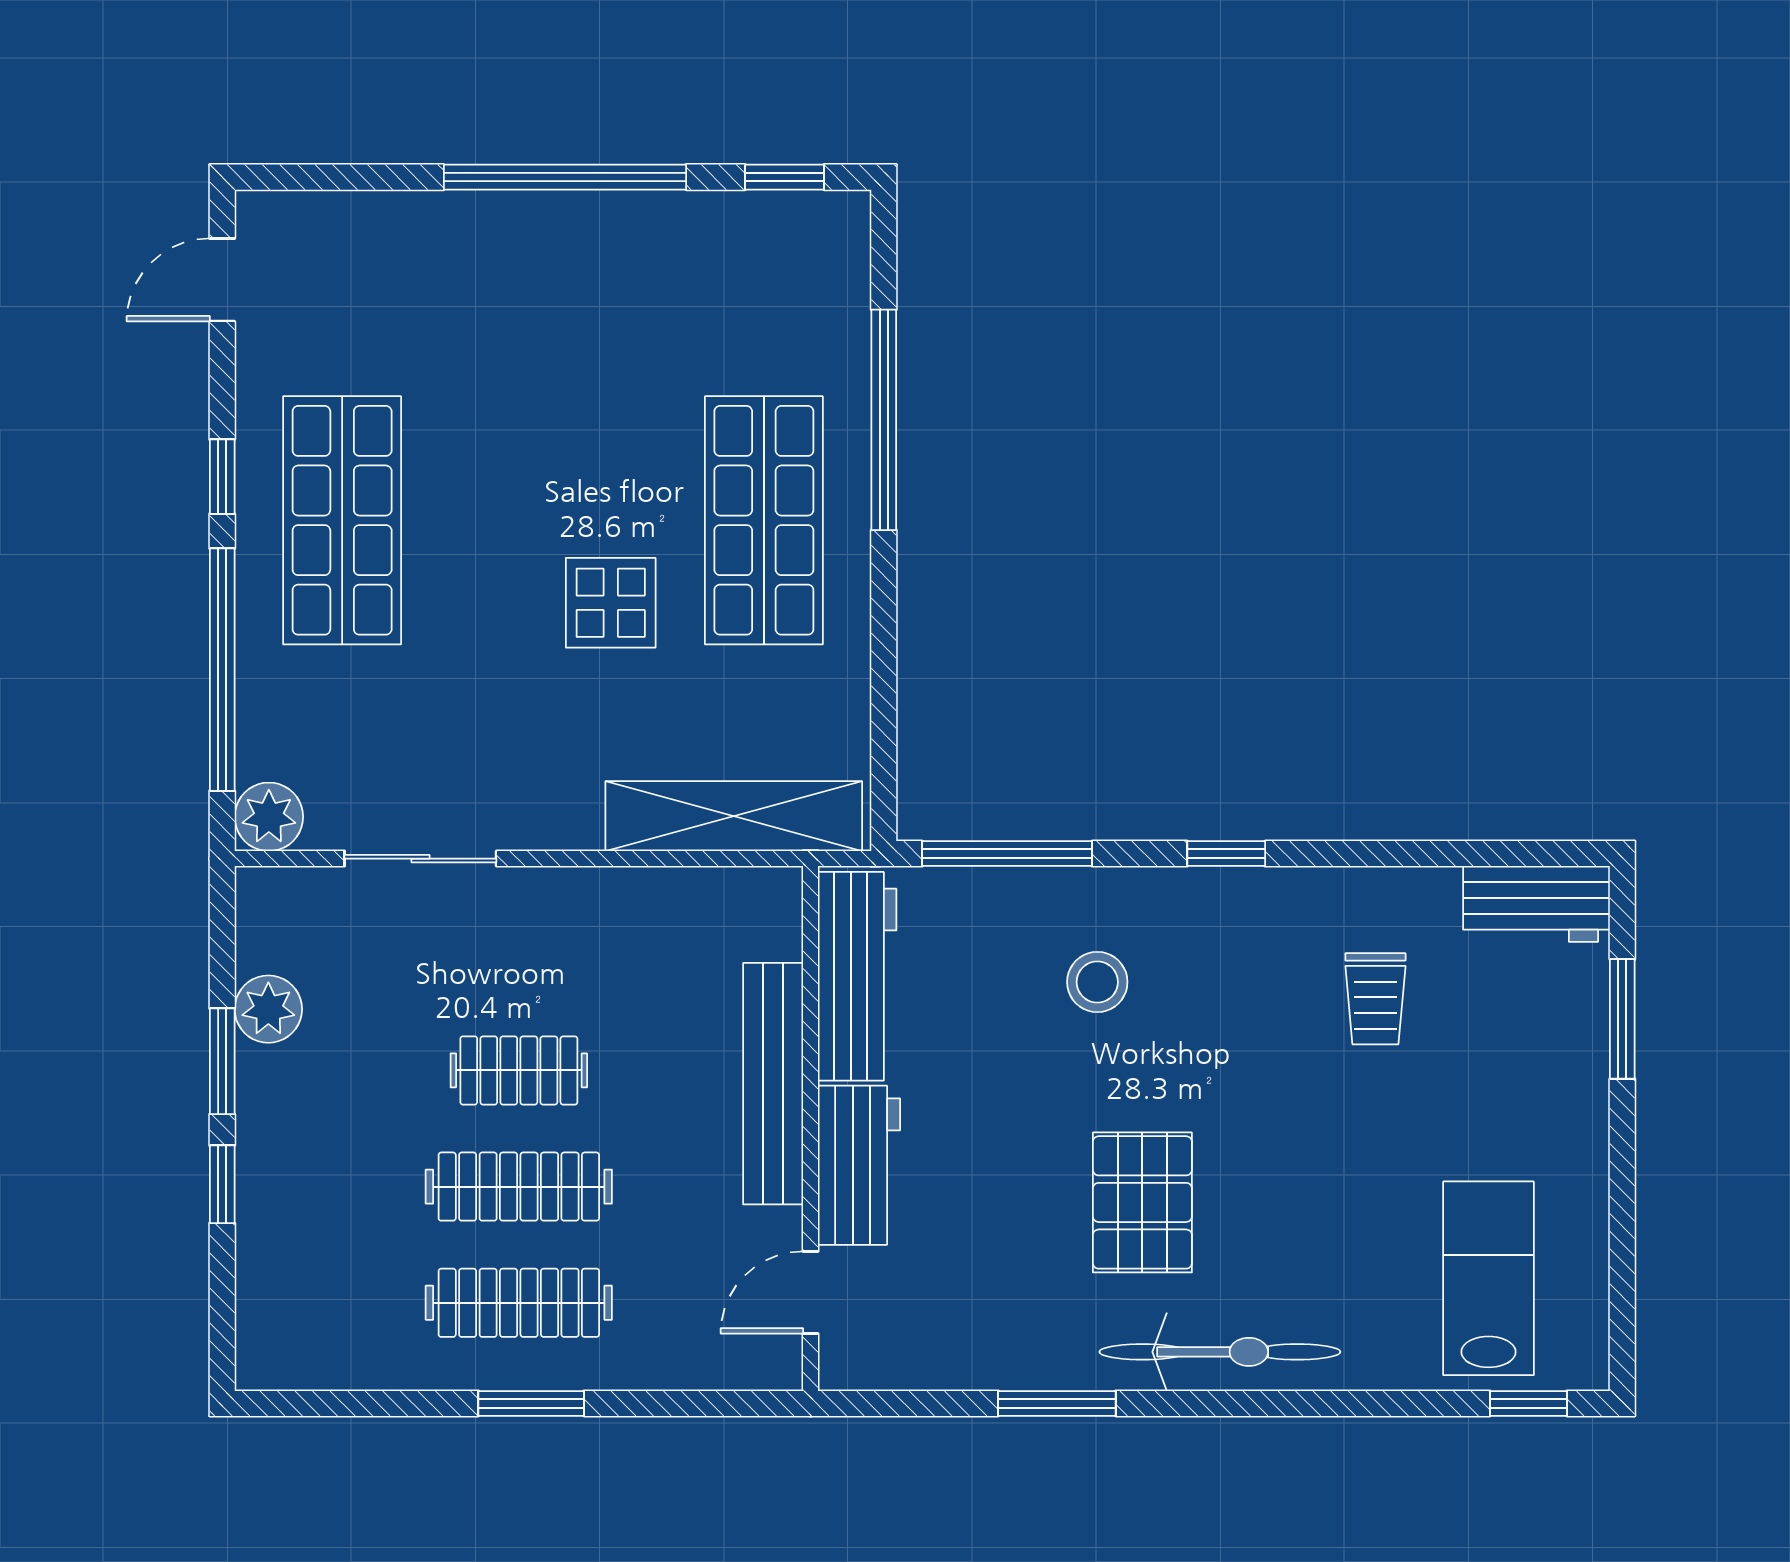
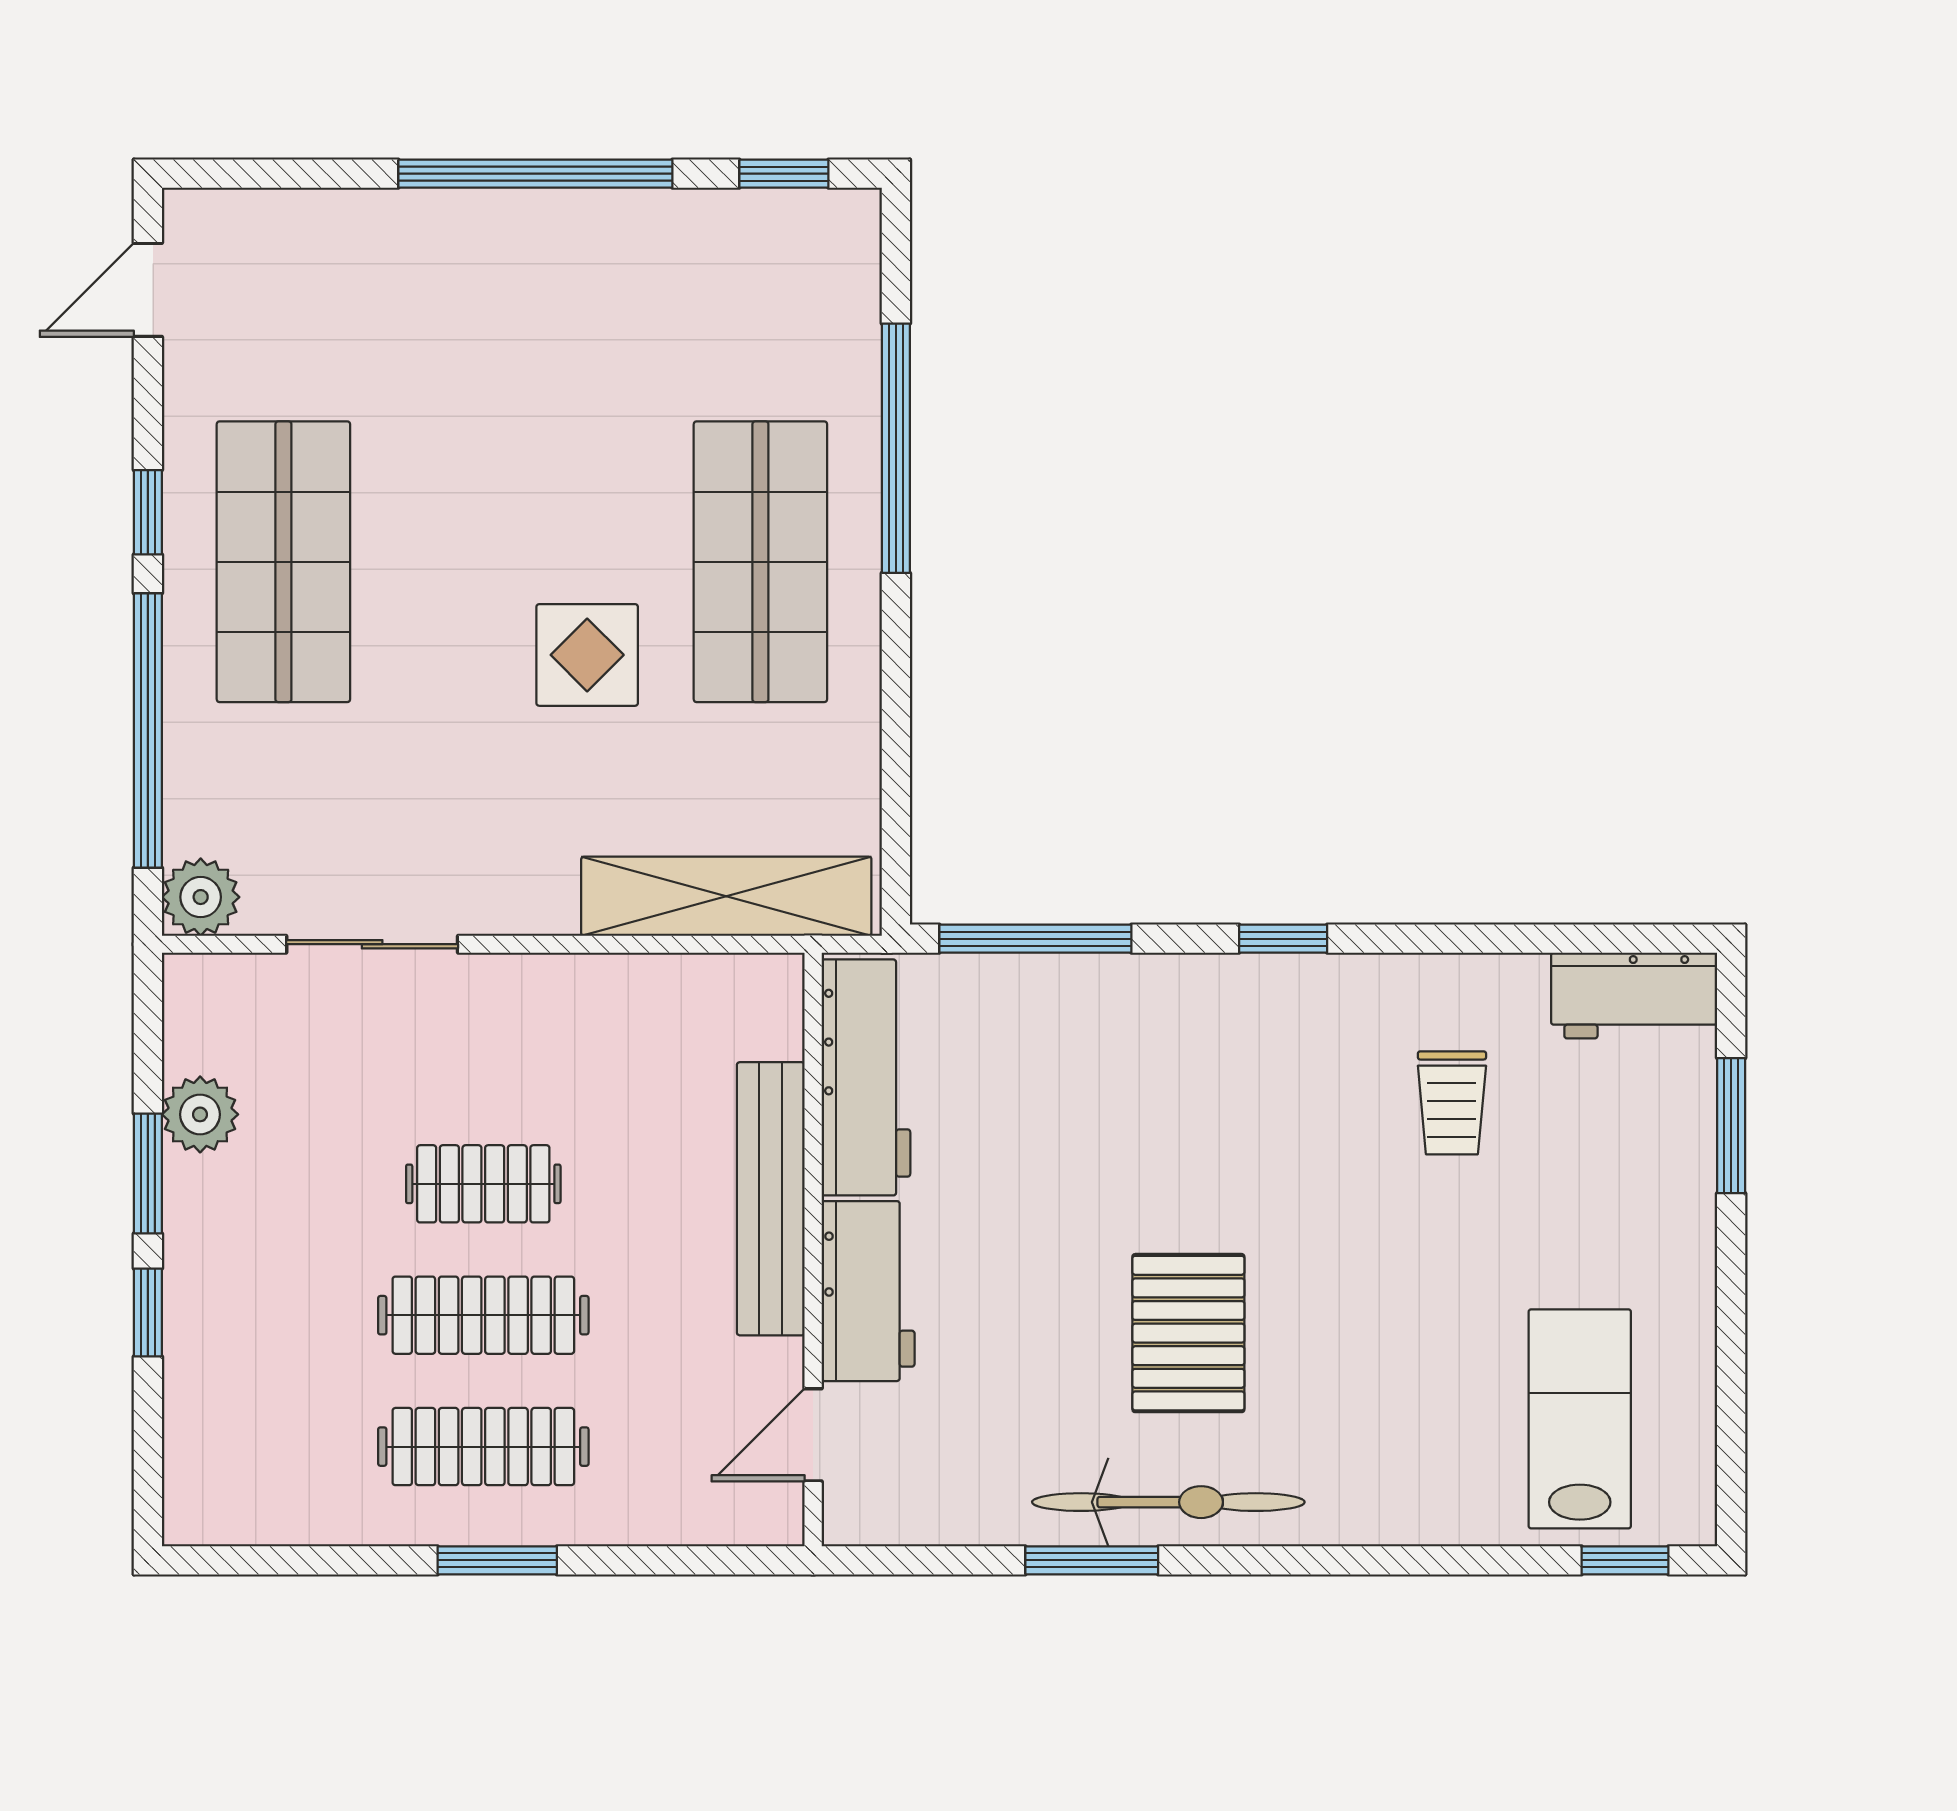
stool: (1097, 982) -> (1137, 1084), removed
bicycle: (1220, 1352) -> (1168, 1502), moved

